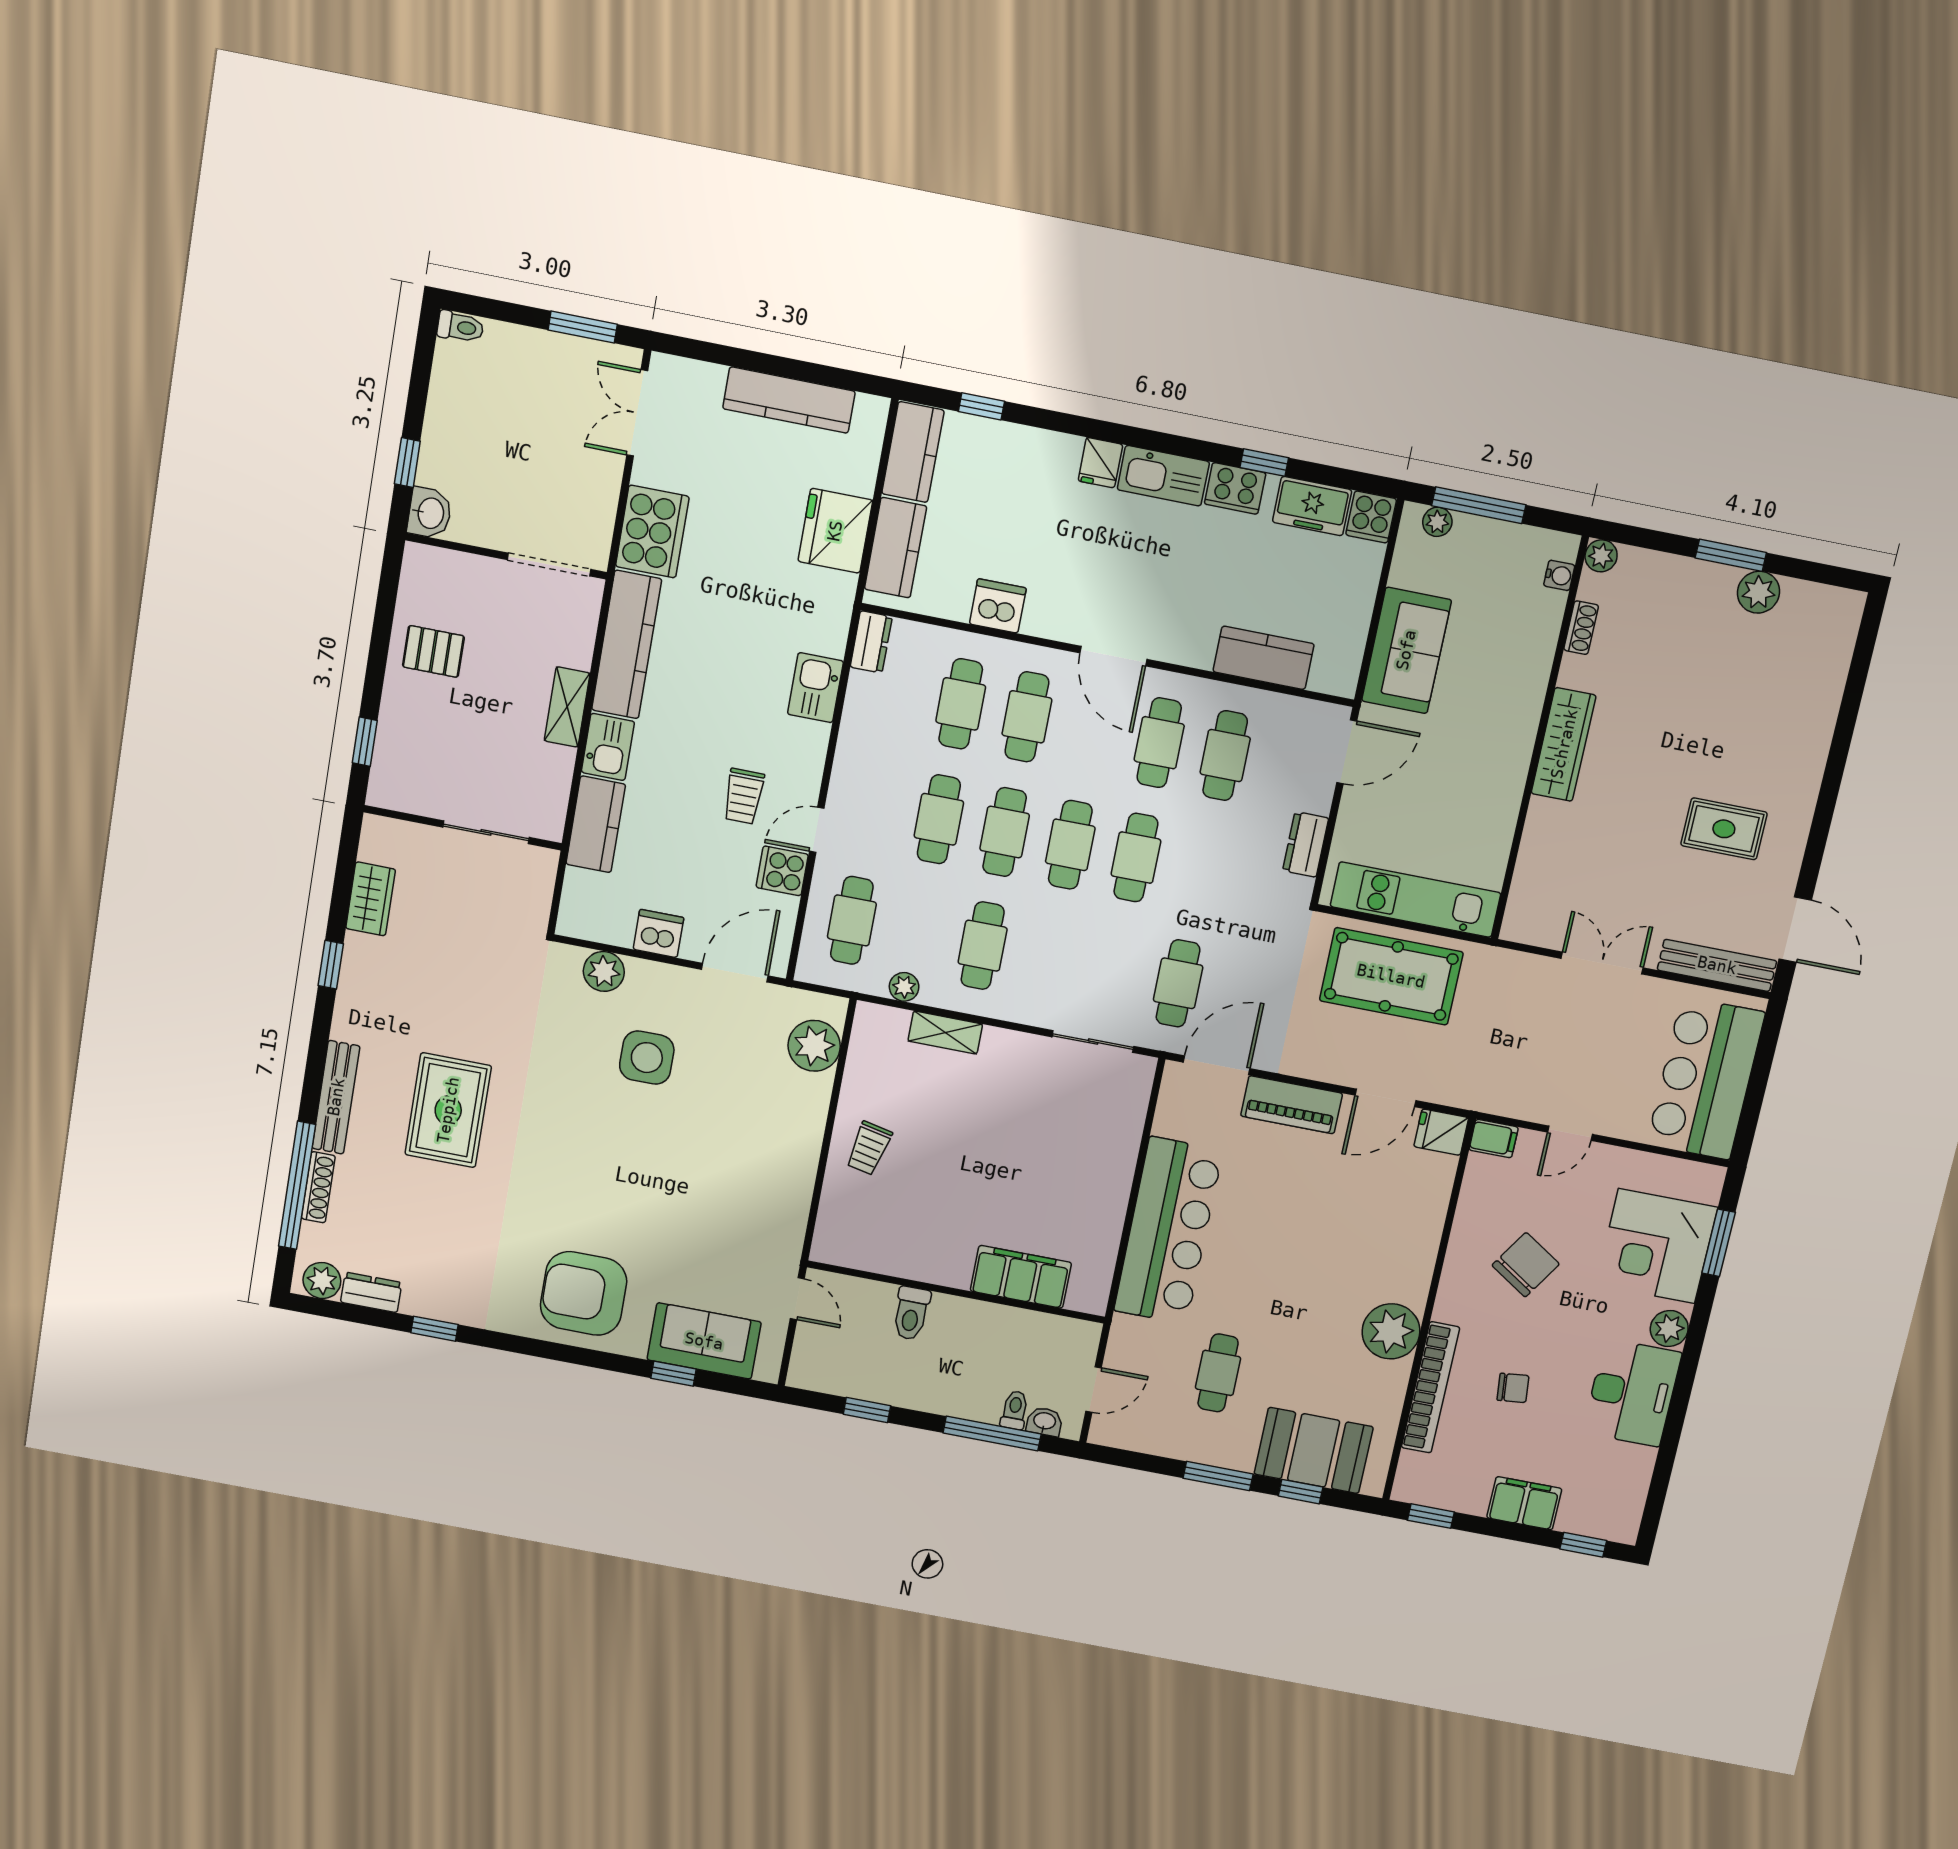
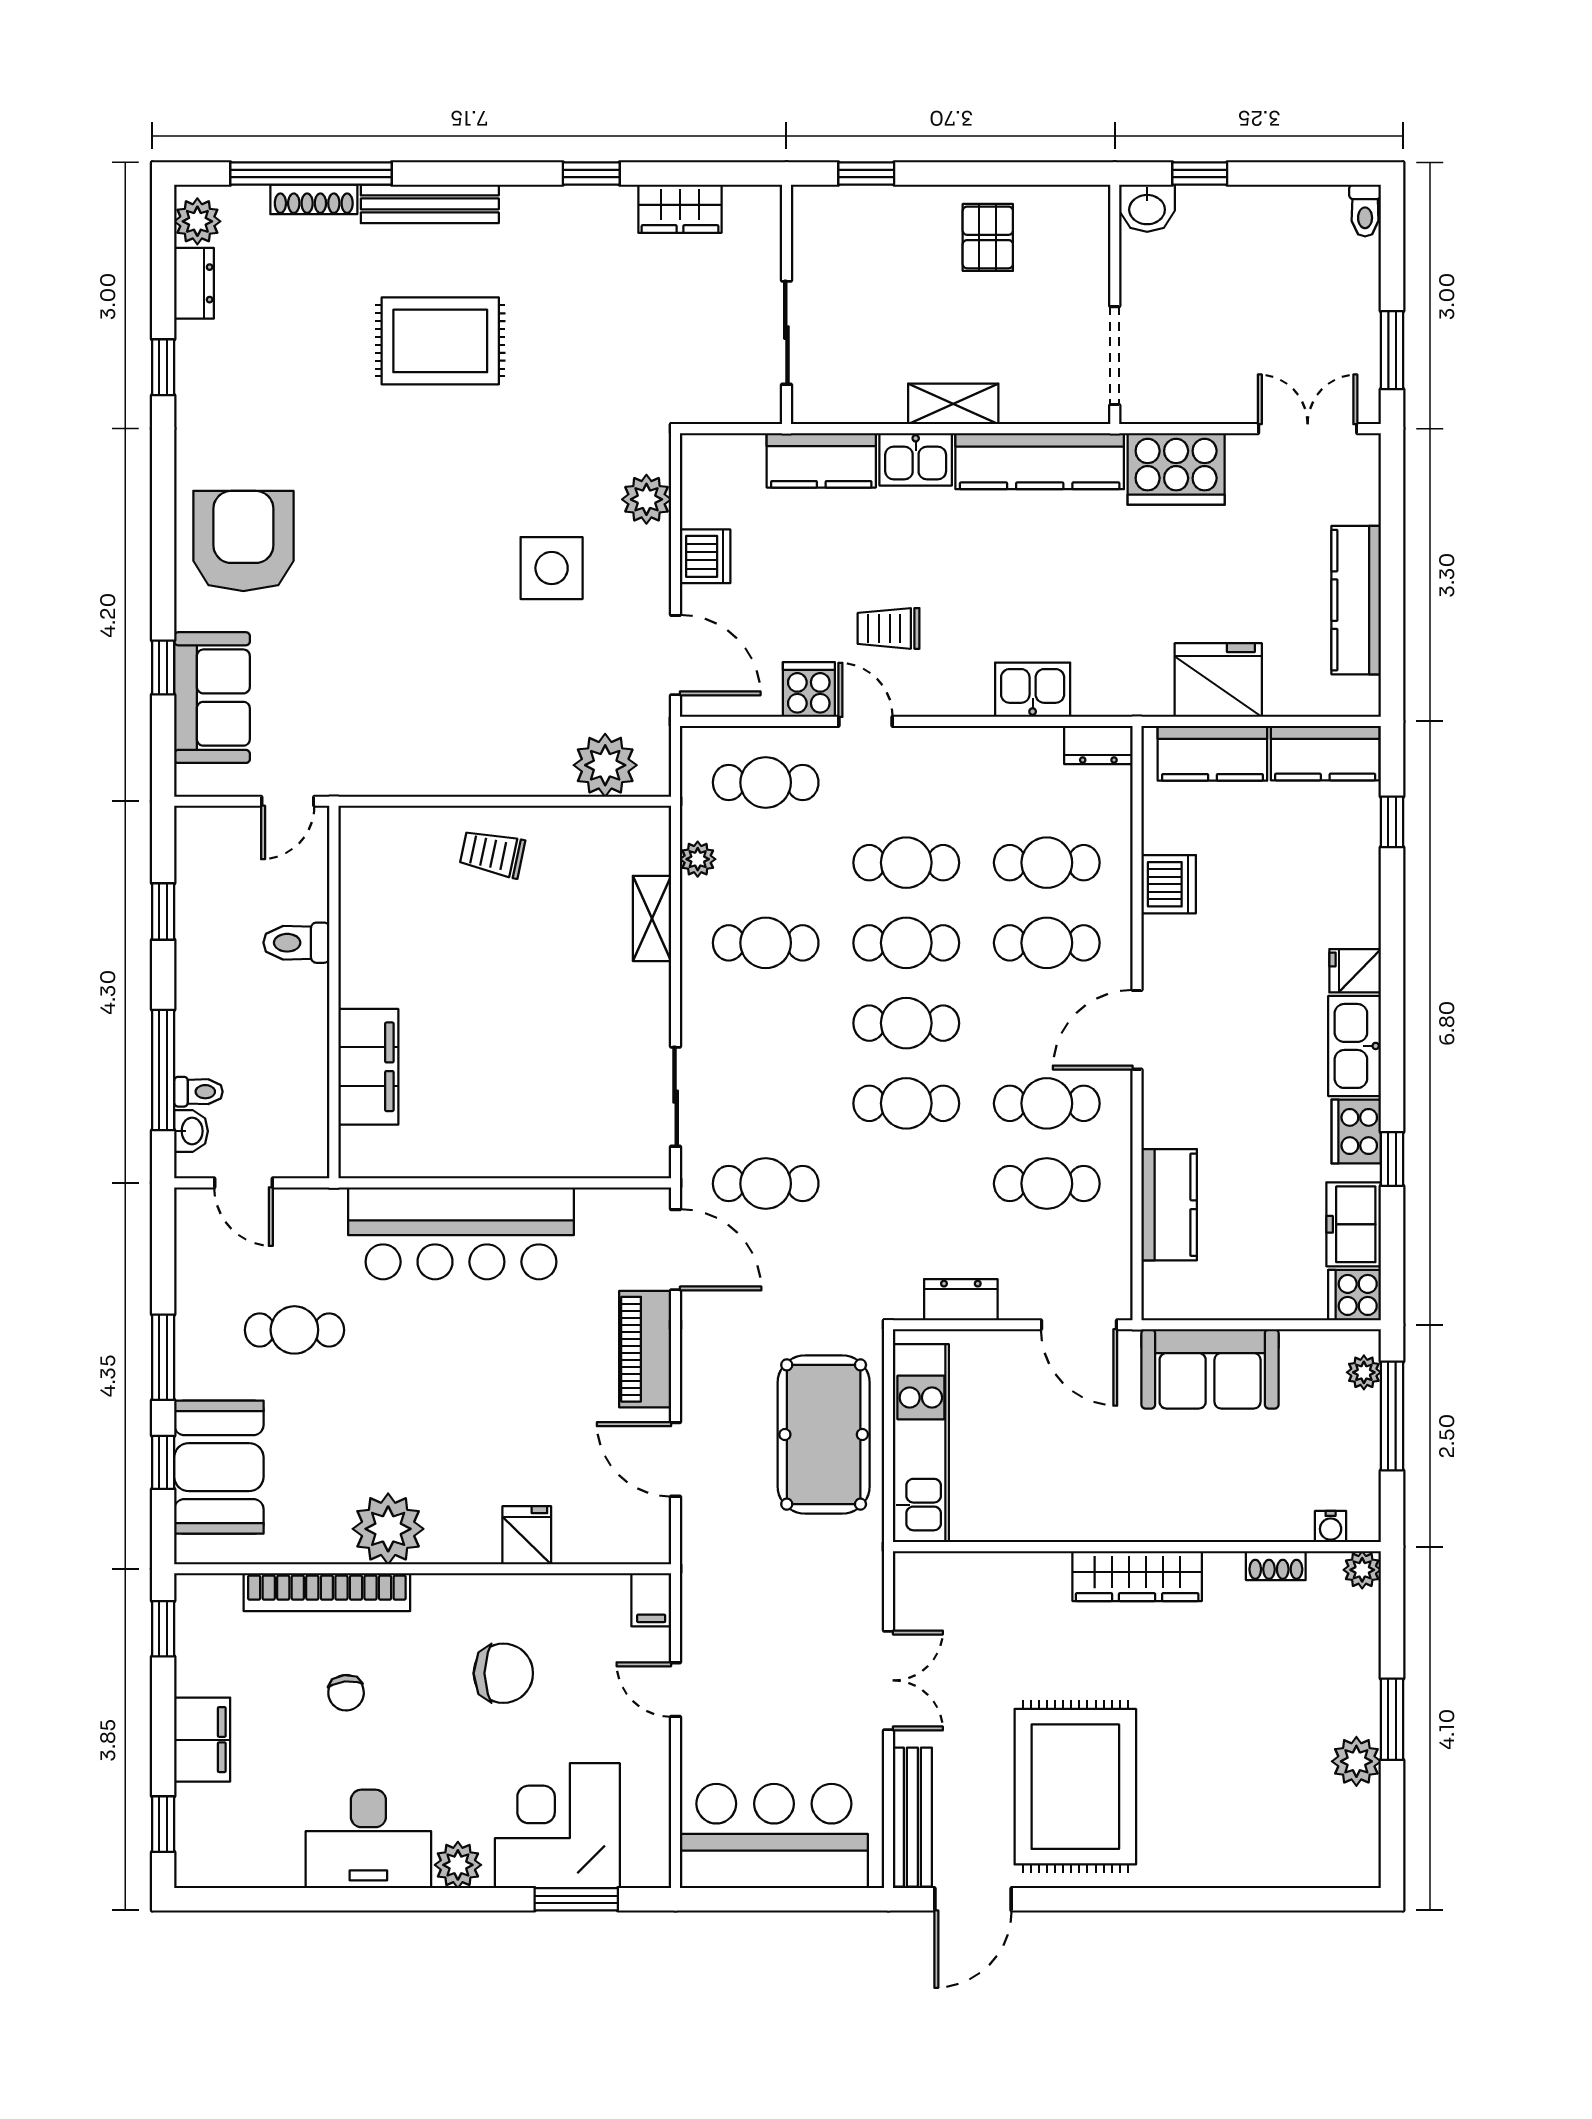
rug: (1724, 829) -> (1075, 1787), width x1.86, depth x2.06
fridge: (1441, 1132) -> (527, 1535), moved
chair: (1526, 1265) -> (503, 1673), turned -33

